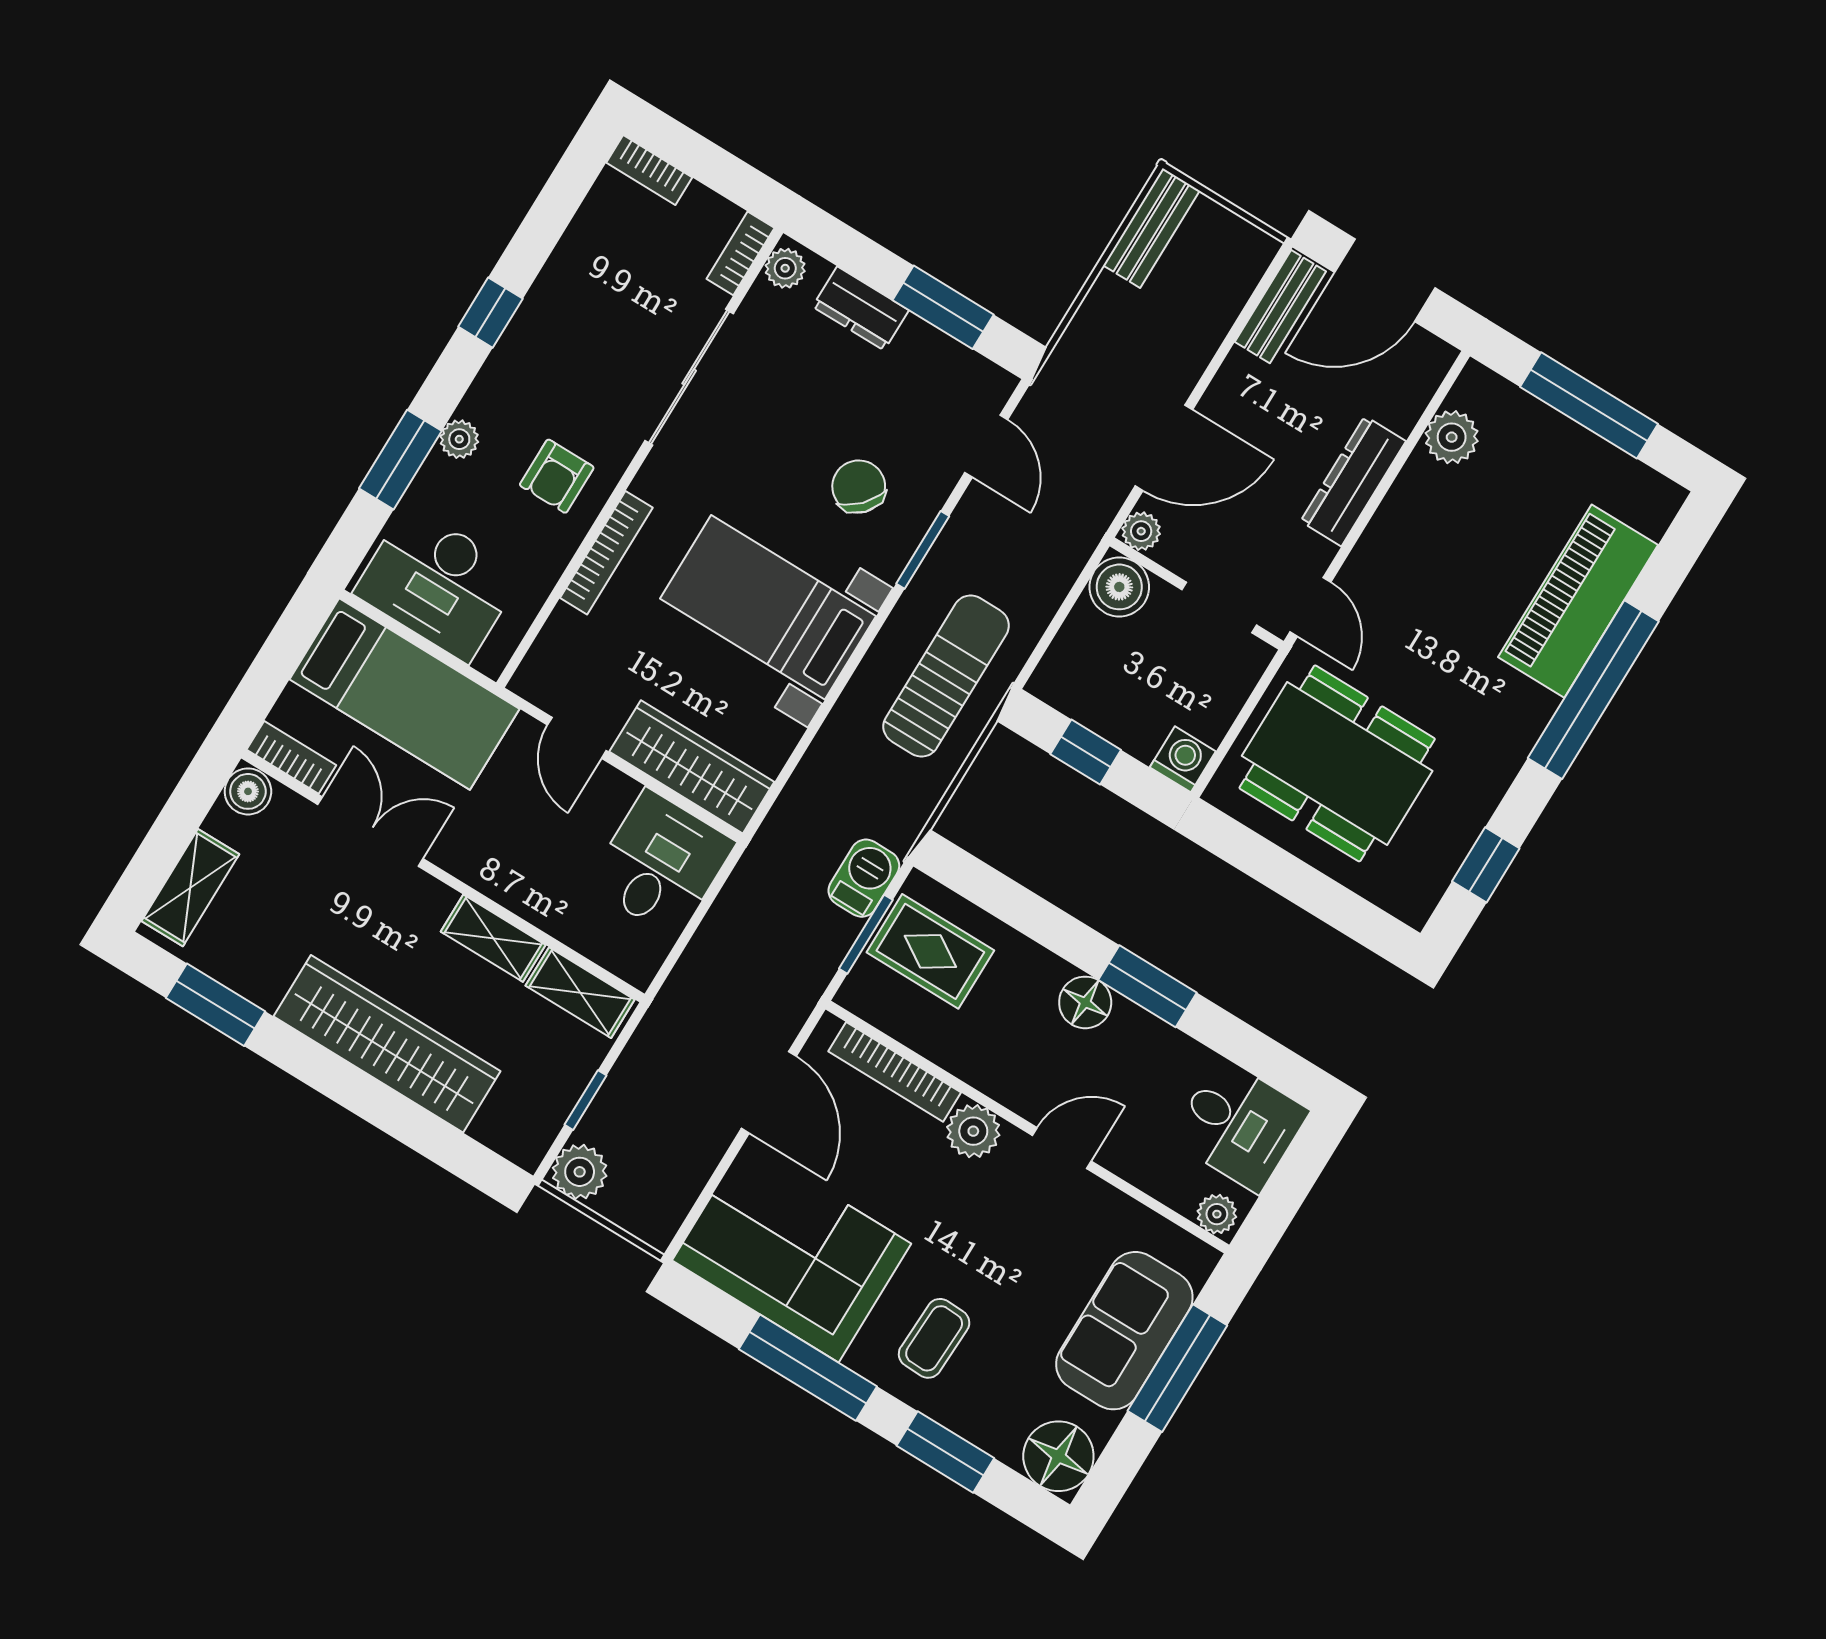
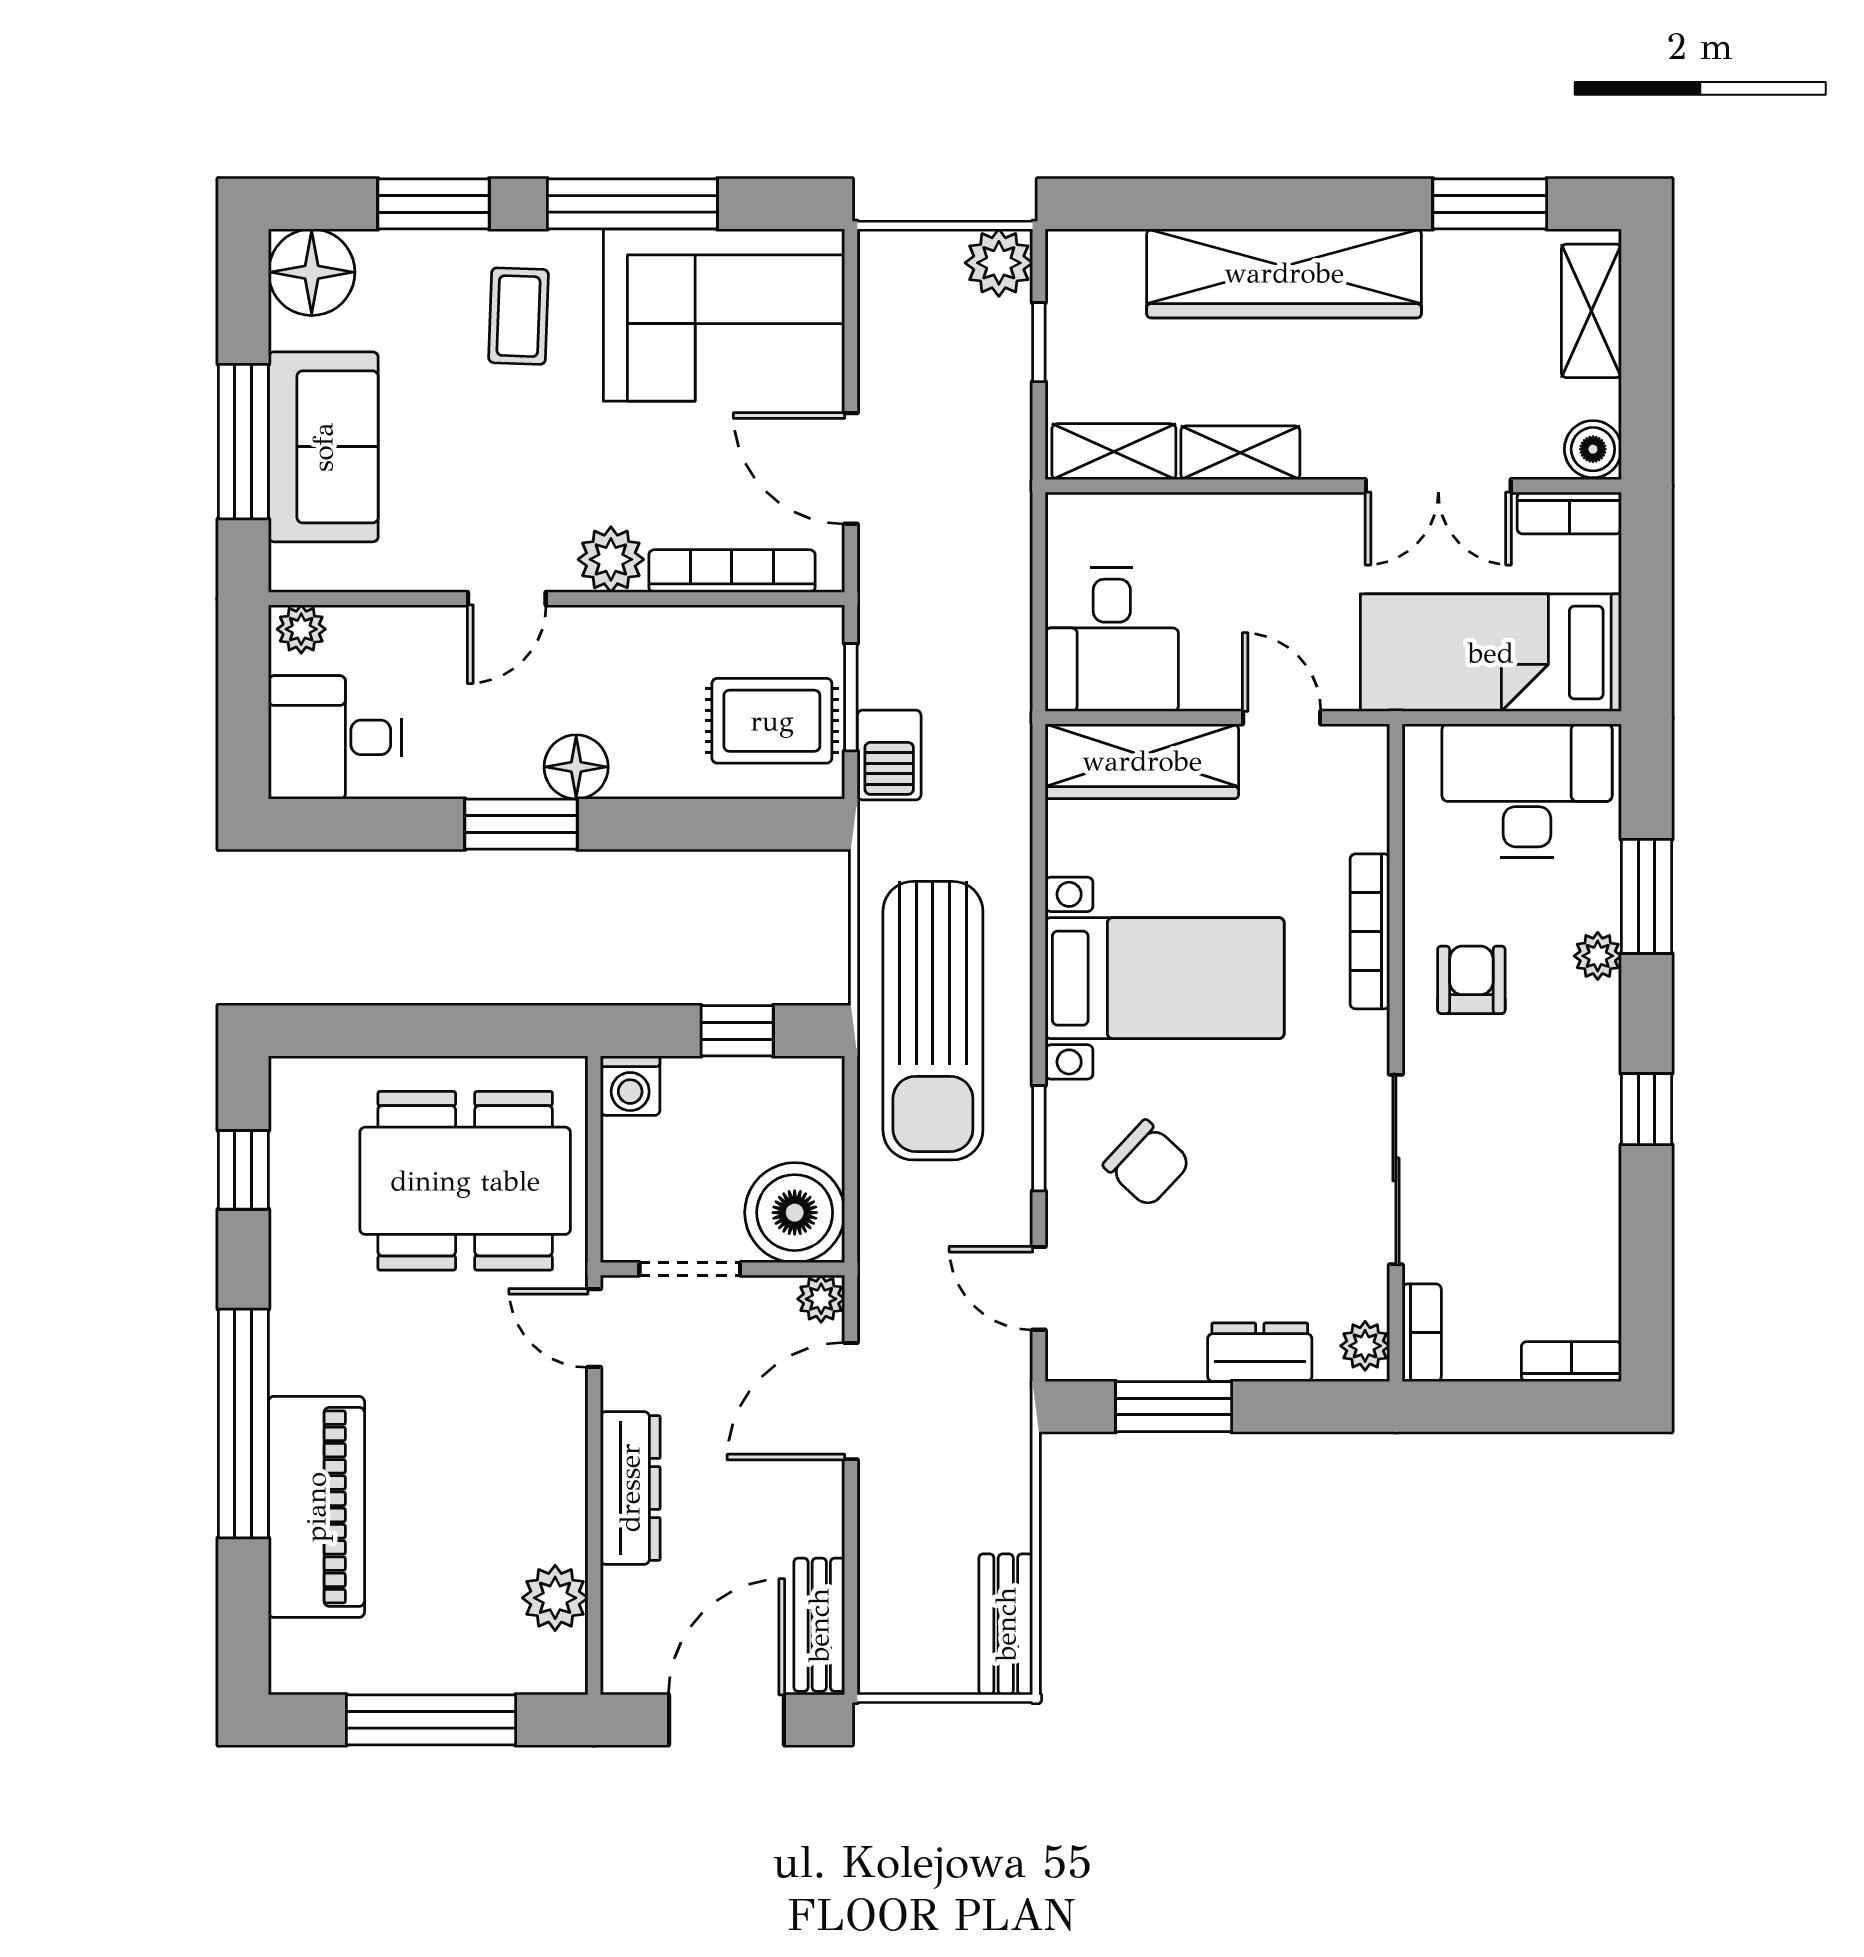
boiler: (1119, 587) -> (795, 1213), width x1.37, depth x1.37
sun lounger: (946, 676) -> (933, 1021), width x1.36, depth x1.34

